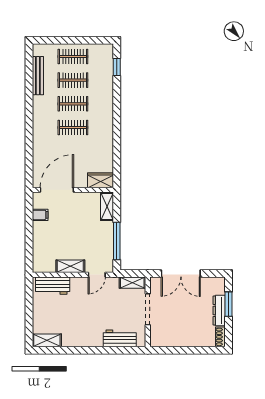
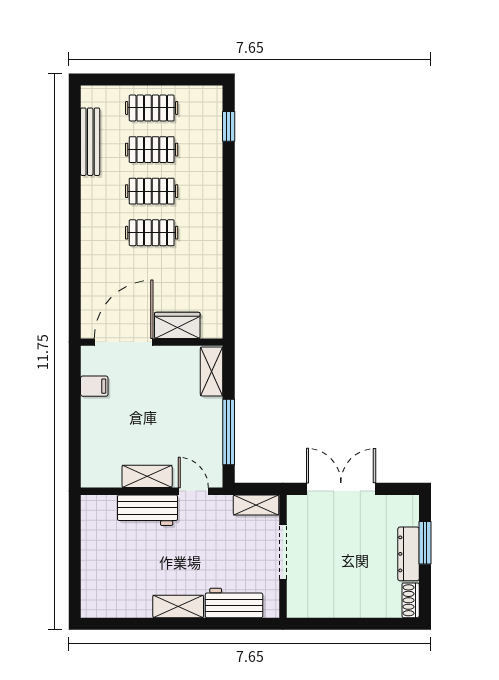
wardrobe: (100, 180) -> (177, 325), moved
double door: (181, 273) -> (341, 489), swing flipped
door: (97, 275) -> (193, 491), swing flipped
workbench: (53, 286) -> (147, 510), moved
shelving: (47, 340) -> (178, 606), moved

